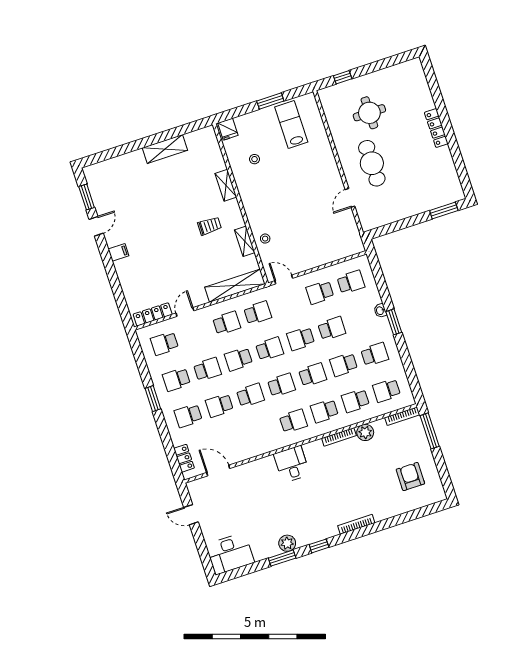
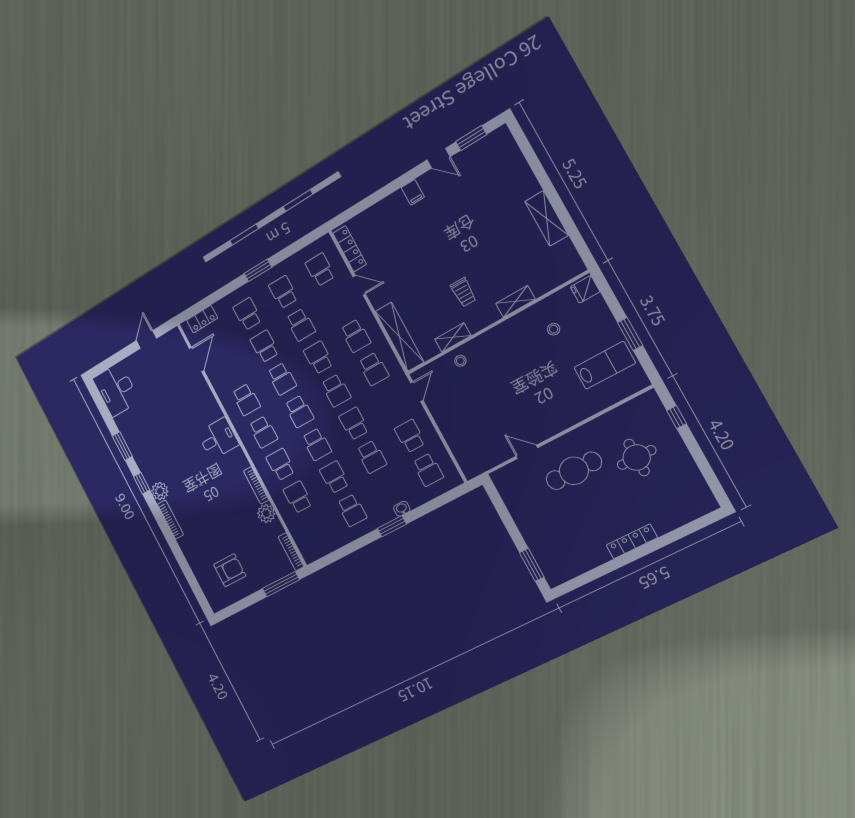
school desk: (387, 390) -> (246, 400), moved, turned 180
plant: (287, 543) -> (160, 491), moved

